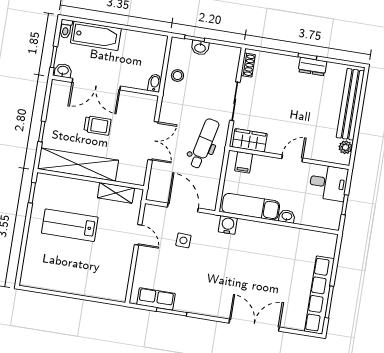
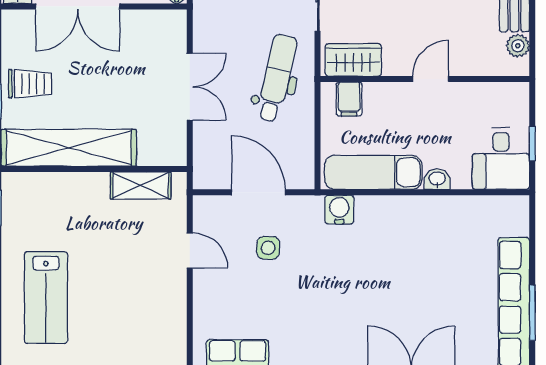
trolley: (97, 125) -> (30, 84), moved
desk: (328, 183) -> (501, 159), moved, turned 90
lab bench: (70, 225) -> (46, 298), moved, turned -90

